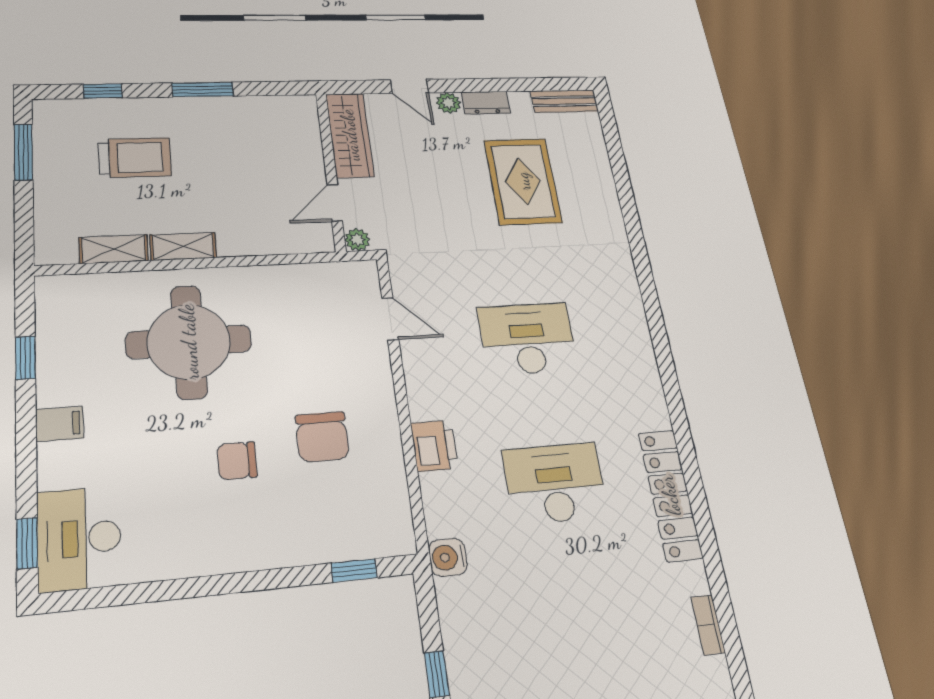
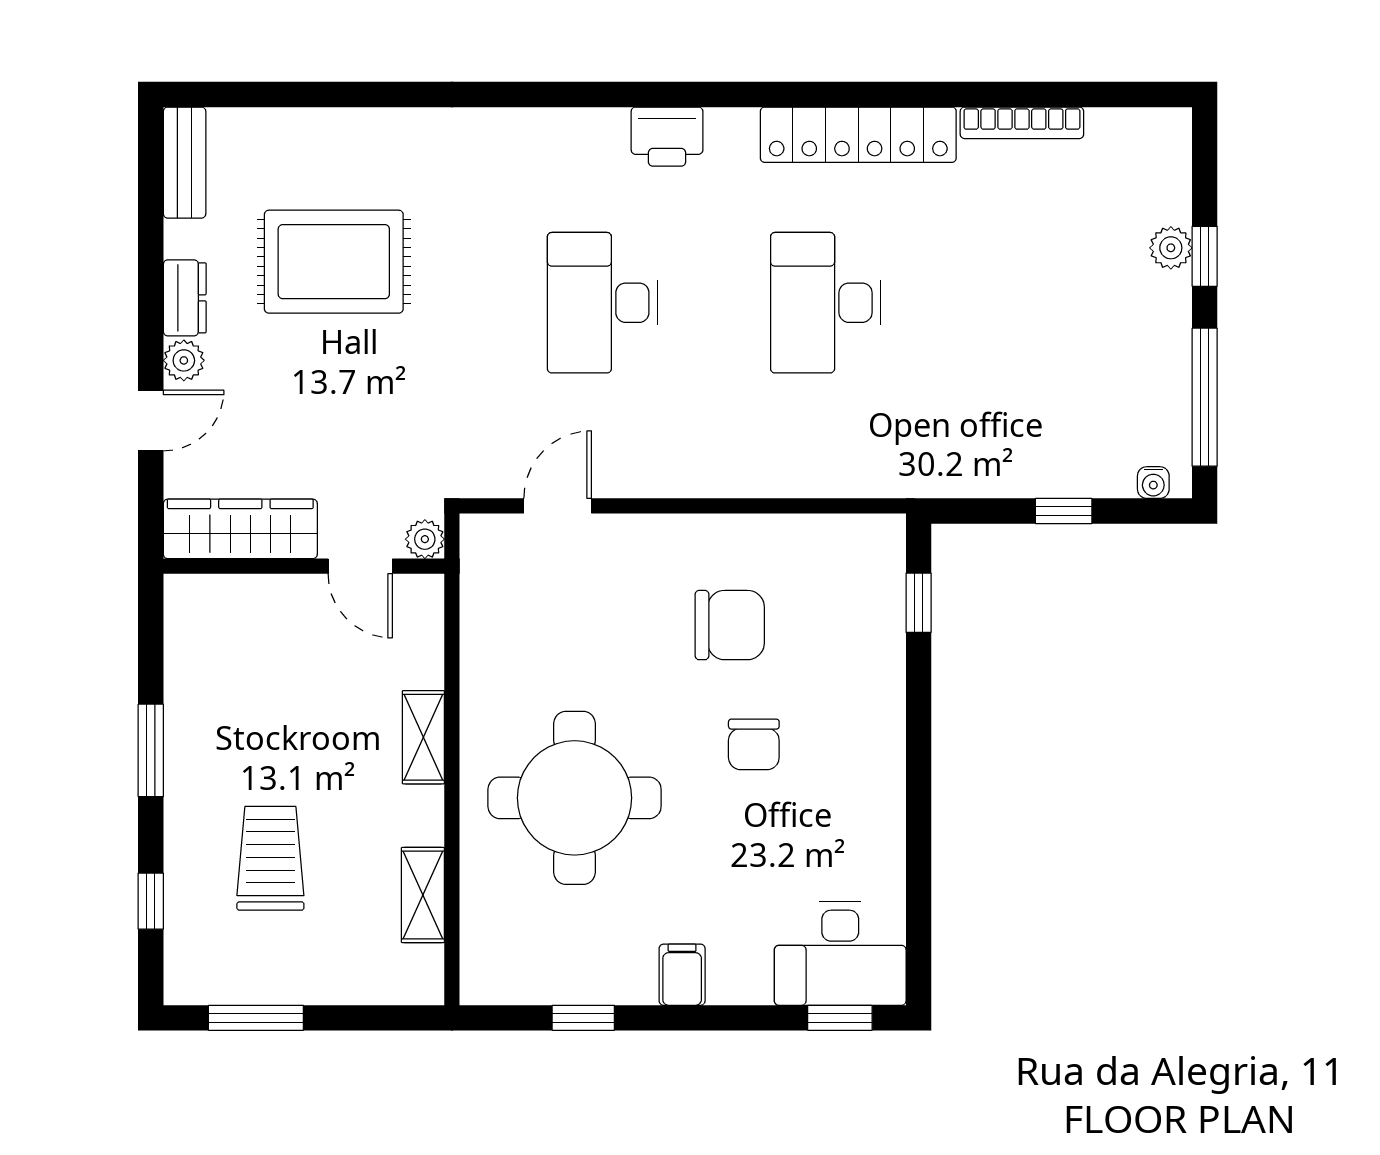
shelving: (183, 246) -> (423, 737), moved
printer: (434, 446) -> (667, 137), moved, turned 180
water cooler: (448, 557) -> (914, 473), removed
bookcase: (708, 625) -> (1022, 123), width x1.56

